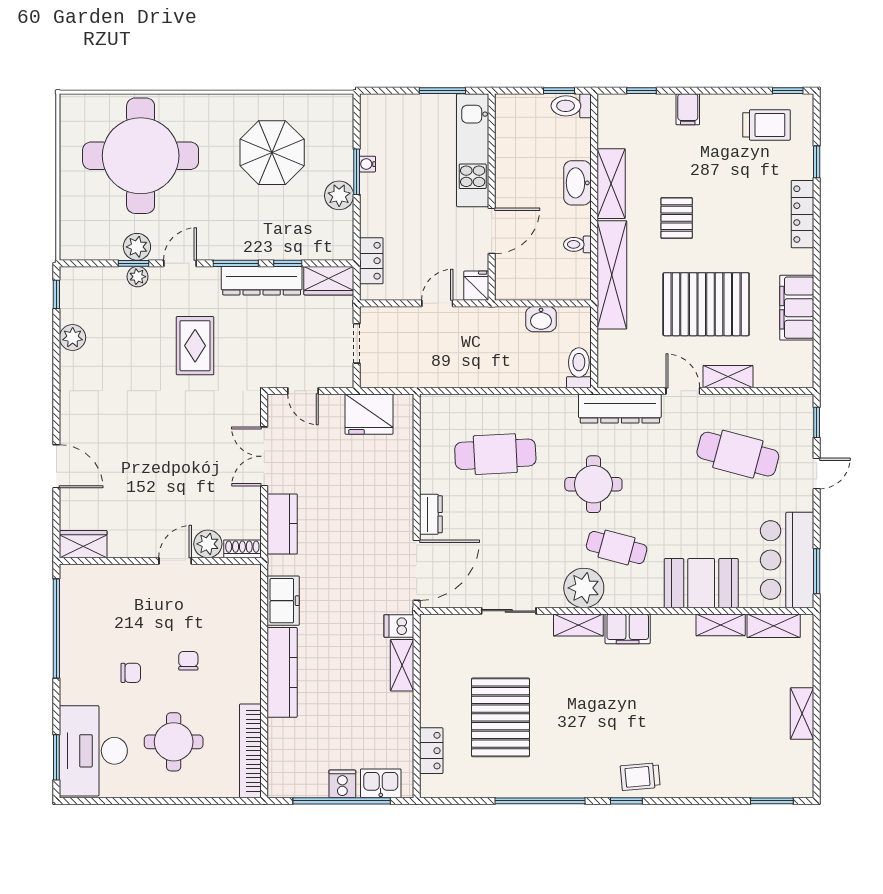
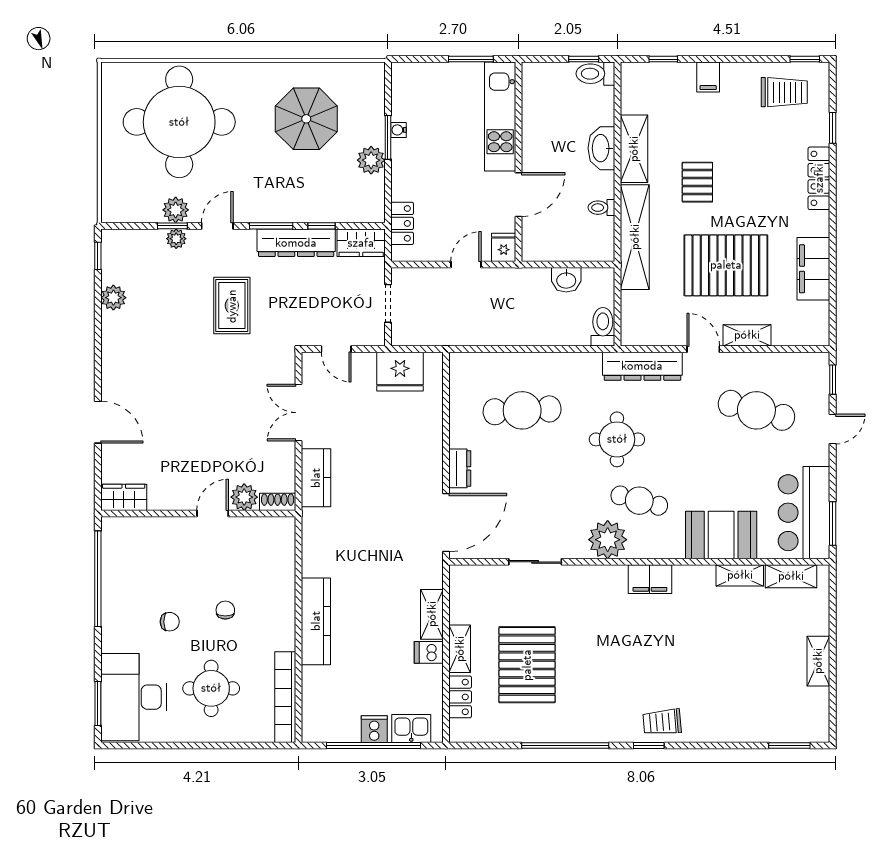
freezer: (283, 601) -> (317, 552), removed
shelving: (578, 625) -> (460, 649), moved, turned 90
dishwasher: (399, 626) -> (429, 652), moved

